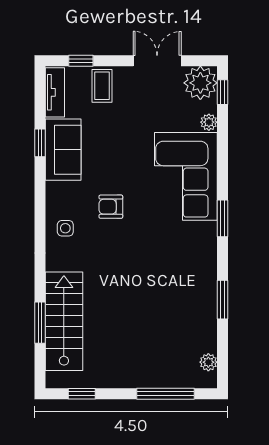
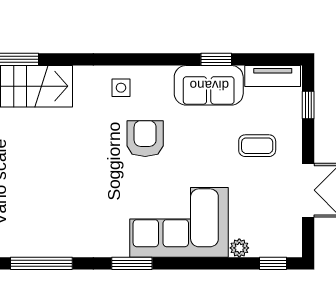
plant: (200, 83) -> (283, 239), removed
coffee table: (102, 86) -> (257, 146), moved
armchair: (111, 207) -> (145, 139), width x1.38, depth x1.38
window: (223, 300) -> (41, 263), width x1.44

